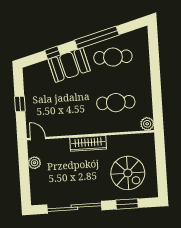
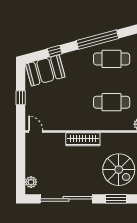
booth: (69, 65) -> (45, 70), moved
plant: (34, 163) -> (31, 182), moved

